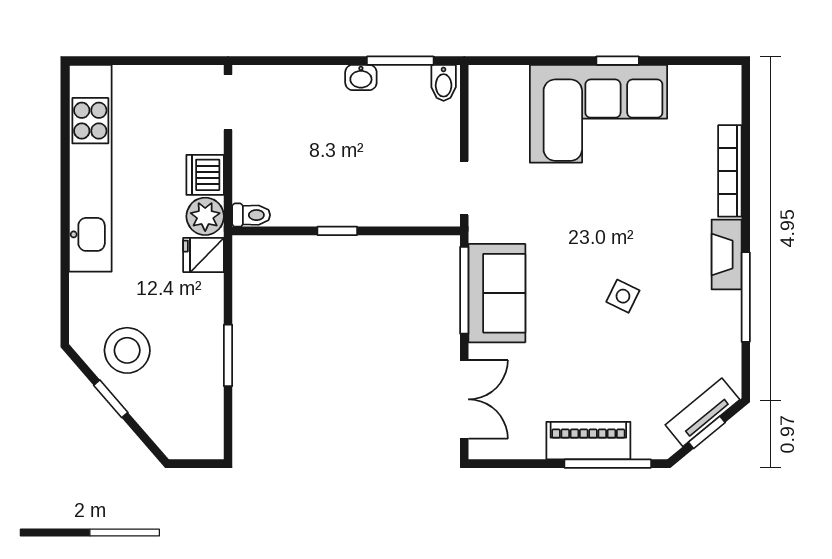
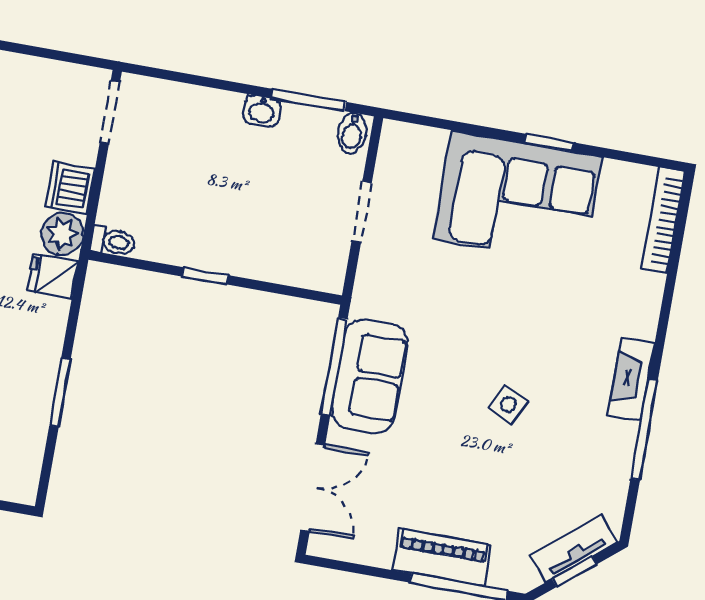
bookcase: (730, 171) -> (663, 220), moved
doorway: (464, 188) -> (362, 212), moved

